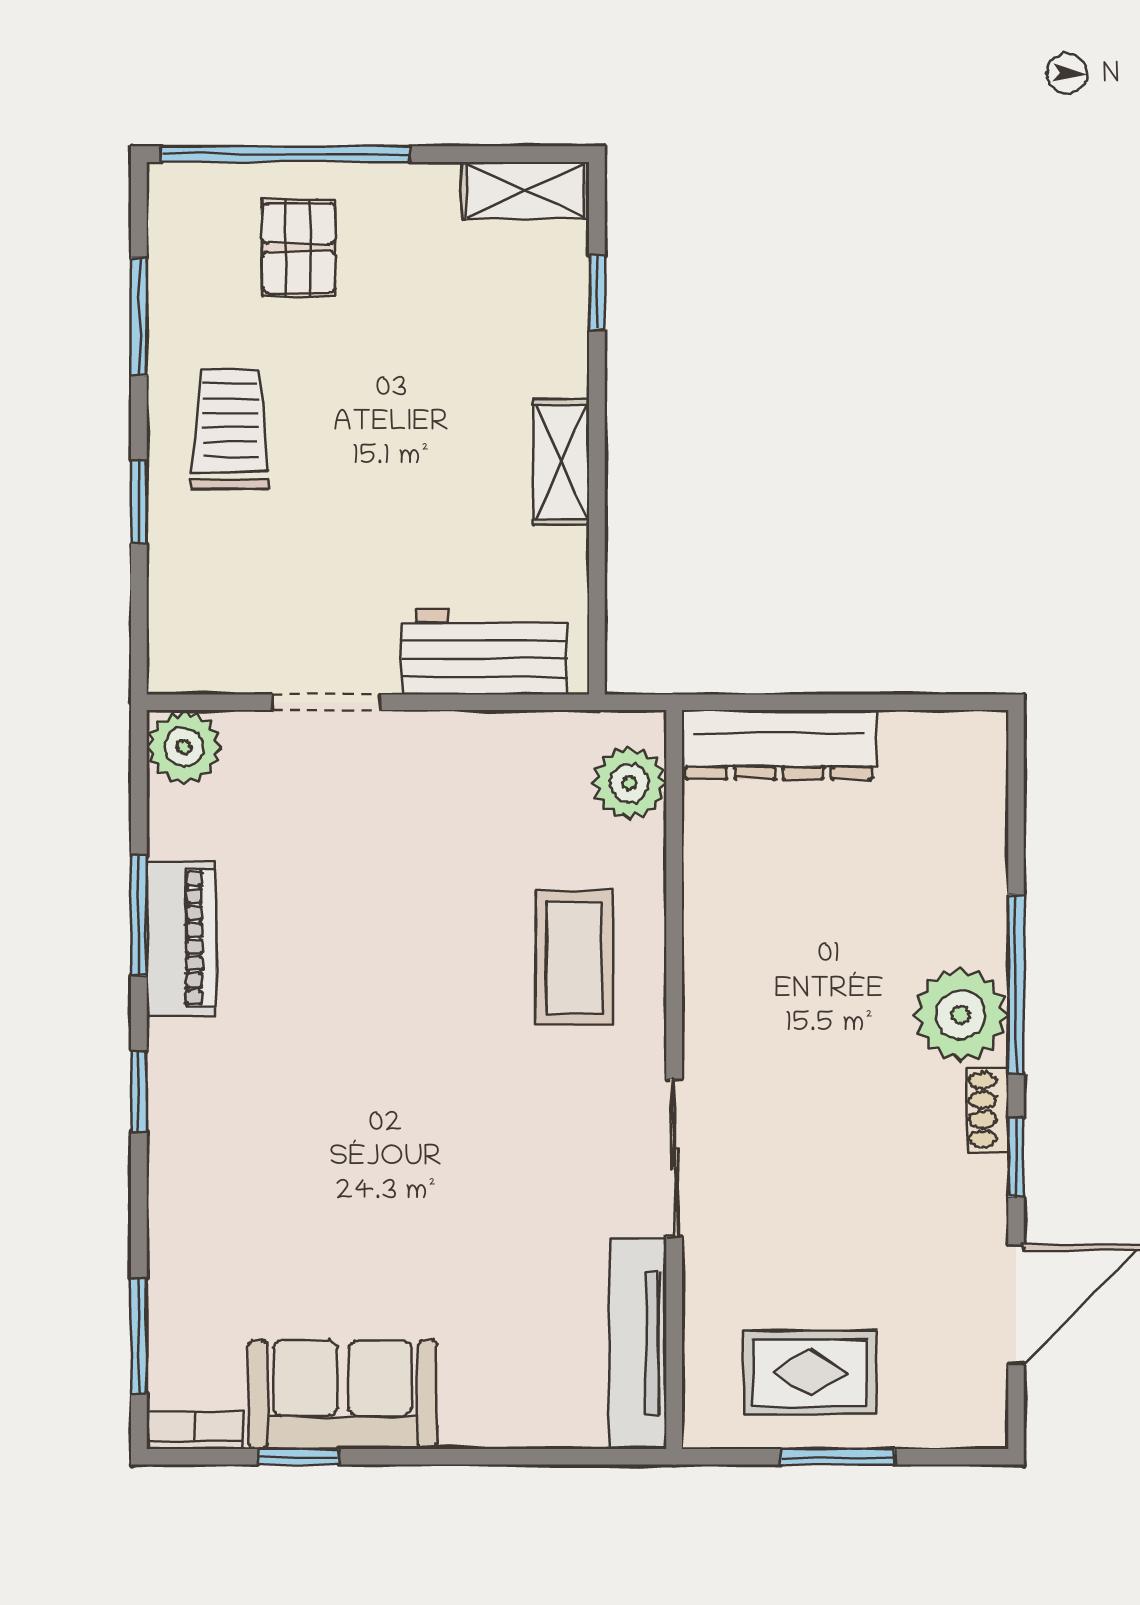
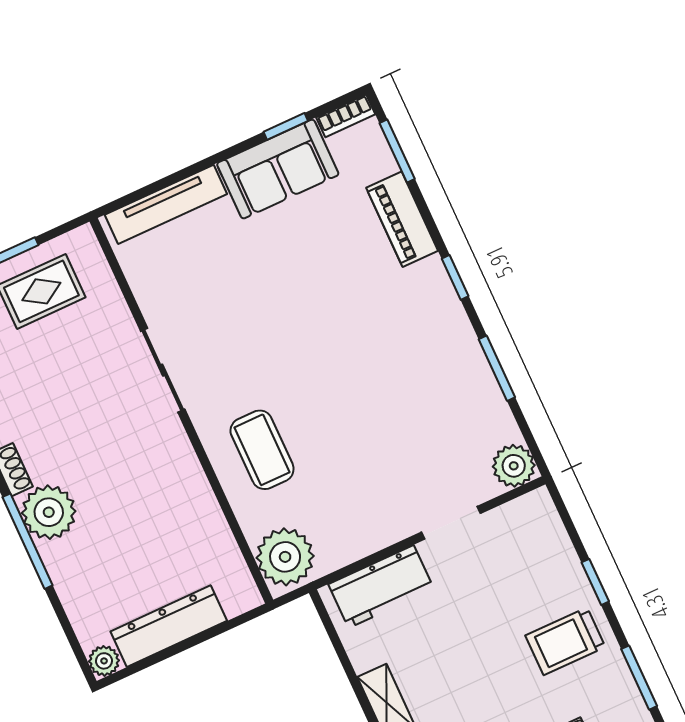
trolley: (230, 429) -> (565, 641), turned 90
plant: (982, 737) -> (104, 661), added
dresser: (779, 745) -> (169, 626), moved
plant: (629, 783) -> (285, 557), width x1.36, depth x1.36
piano: (181, 938) -> (402, 219), moved
tv unit: (638, 1344) -> (166, 204), moved, turned 90

